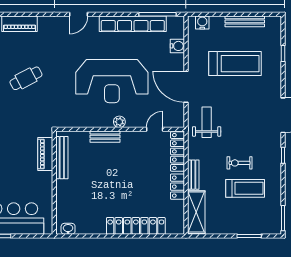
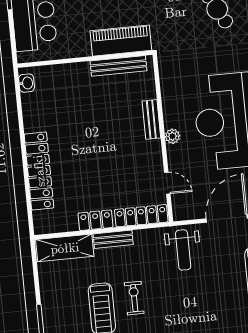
weight bench: (207, 122) -> (183, 250), turned 90
piano: (45, 154) -> (121, 41), width x1.37, depth x1.33

